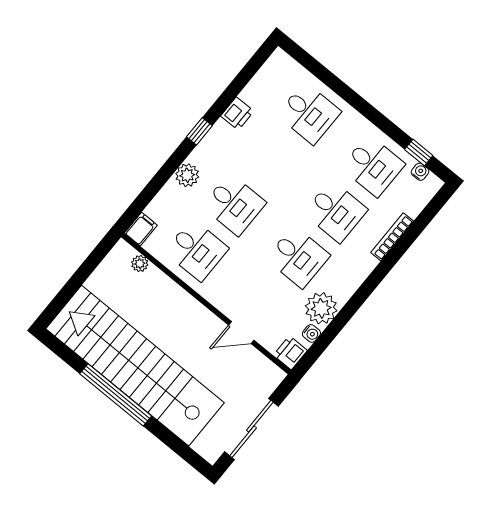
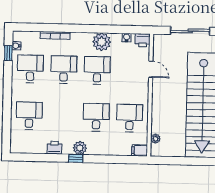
plant: (187, 175) -> (80, 148), moved
plant: (321, 308) -> (102, 42), moved

